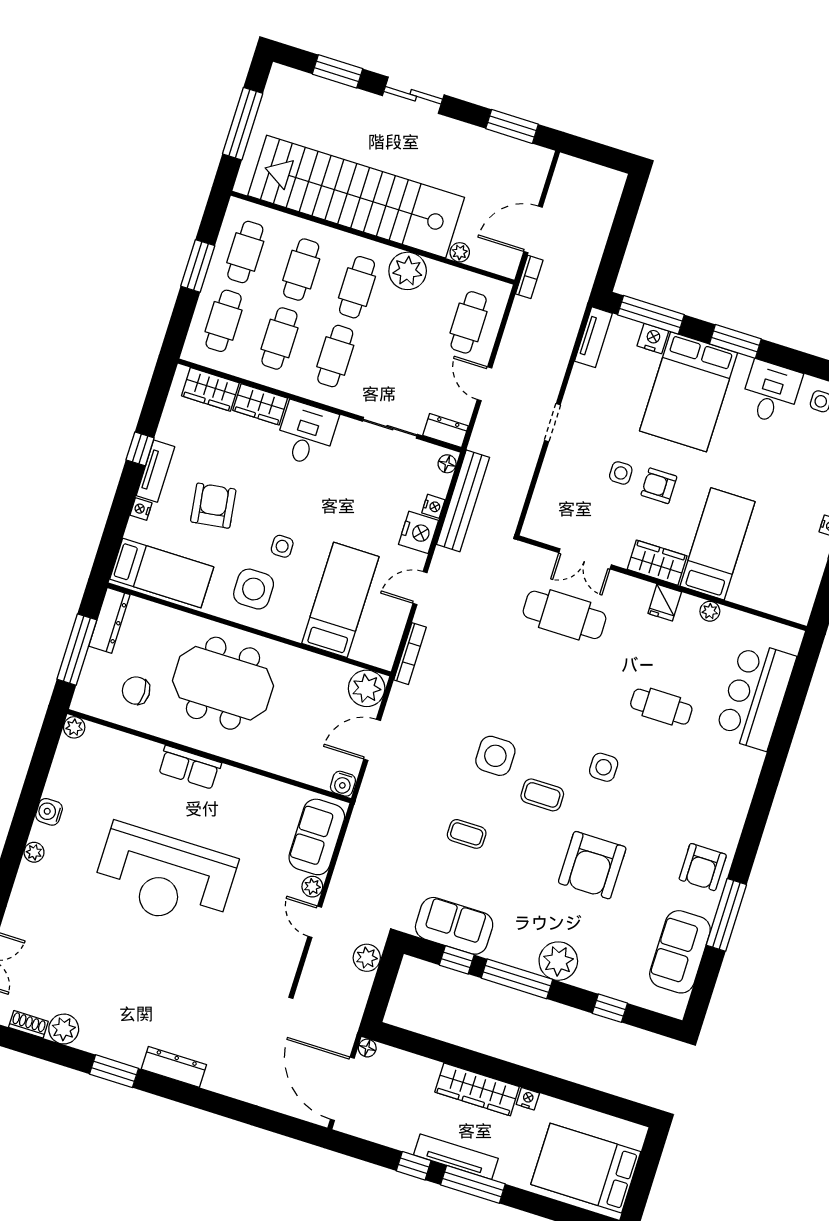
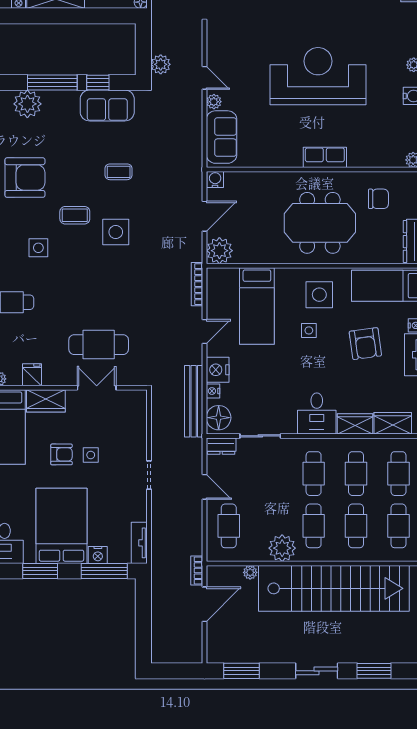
floor lamp: (447, 464) -> (219, 418), width x1.89, depth x1.89
armchair: (592, 865) -> (25, 178), turned 90

